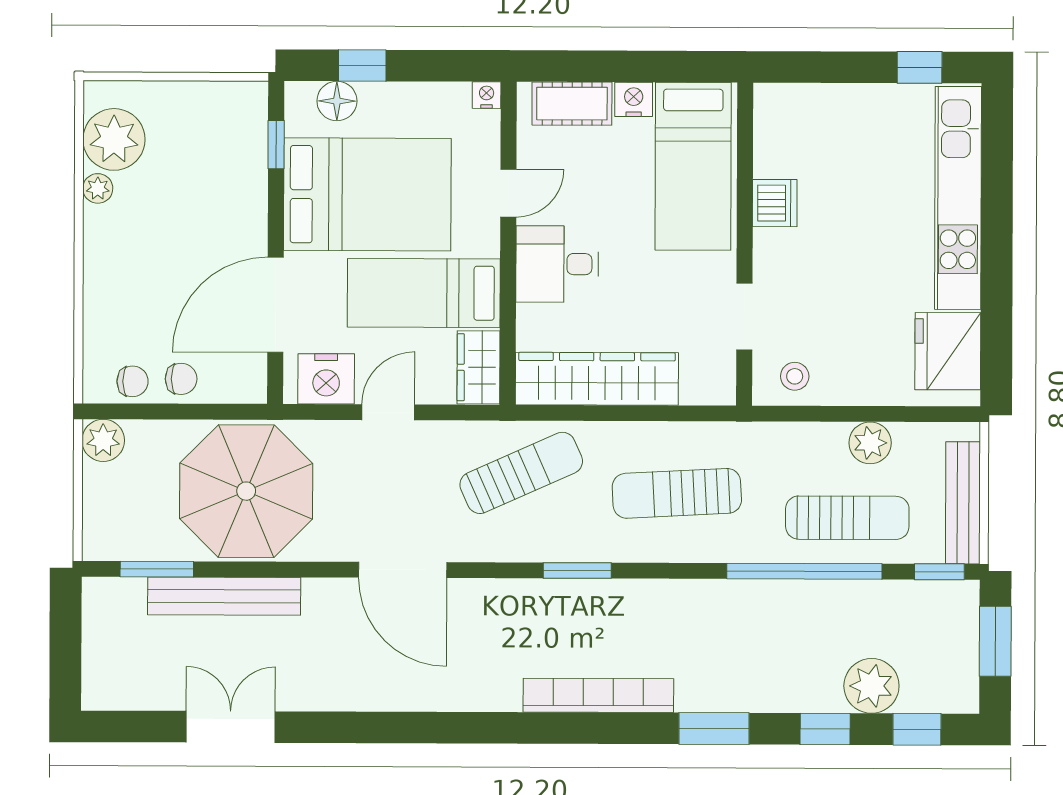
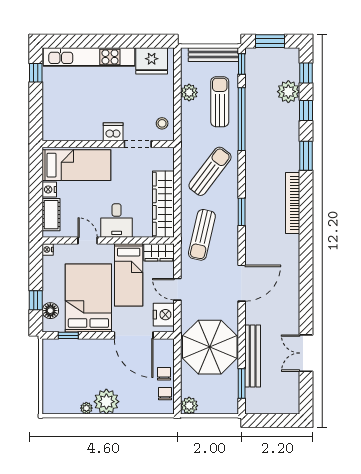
plant: (114, 139) -> (106, 402), moved
dishwasher: (775, 203) -> (113, 132), moved
sun lounger: (521, 473) -> (202, 235), turned -143
sun lounger: (677, 493) -> (210, 171), turned -140

